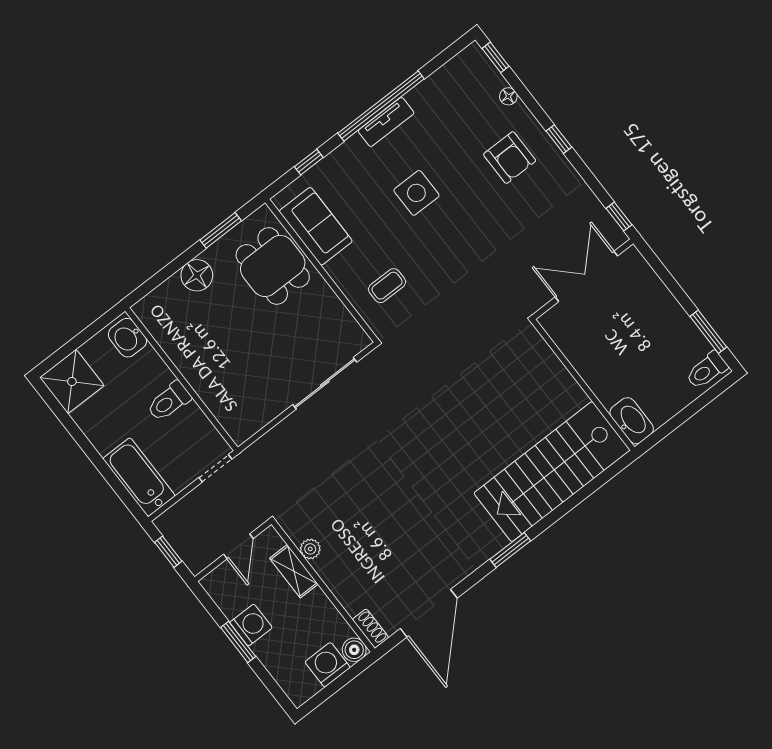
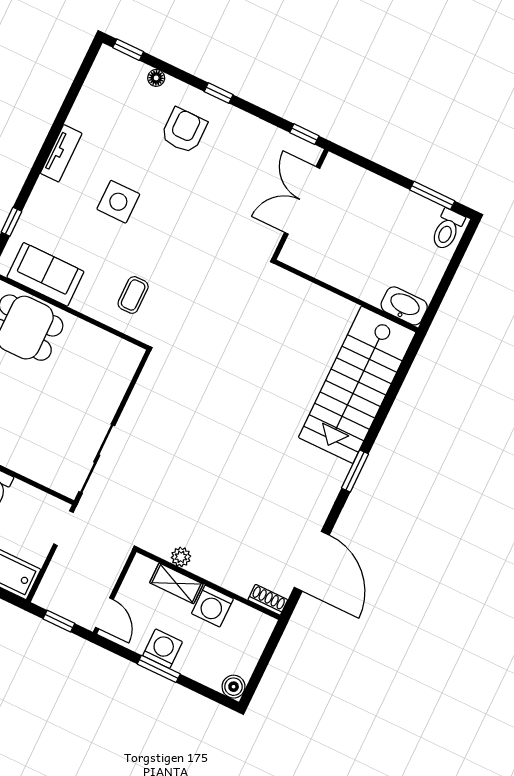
window: (381, 106) -> (50, 142), removed
armchair: (510, 158) -> (184, 131), turned -90
sliding door: (325, 383) -> (97, 459), moved
door: (238, 546) -> (104, 613), moved
boiler: (354, 650) -> (234, 687), moved
washing machine: (327, 665) -> (212, 606), moved, turned -90

